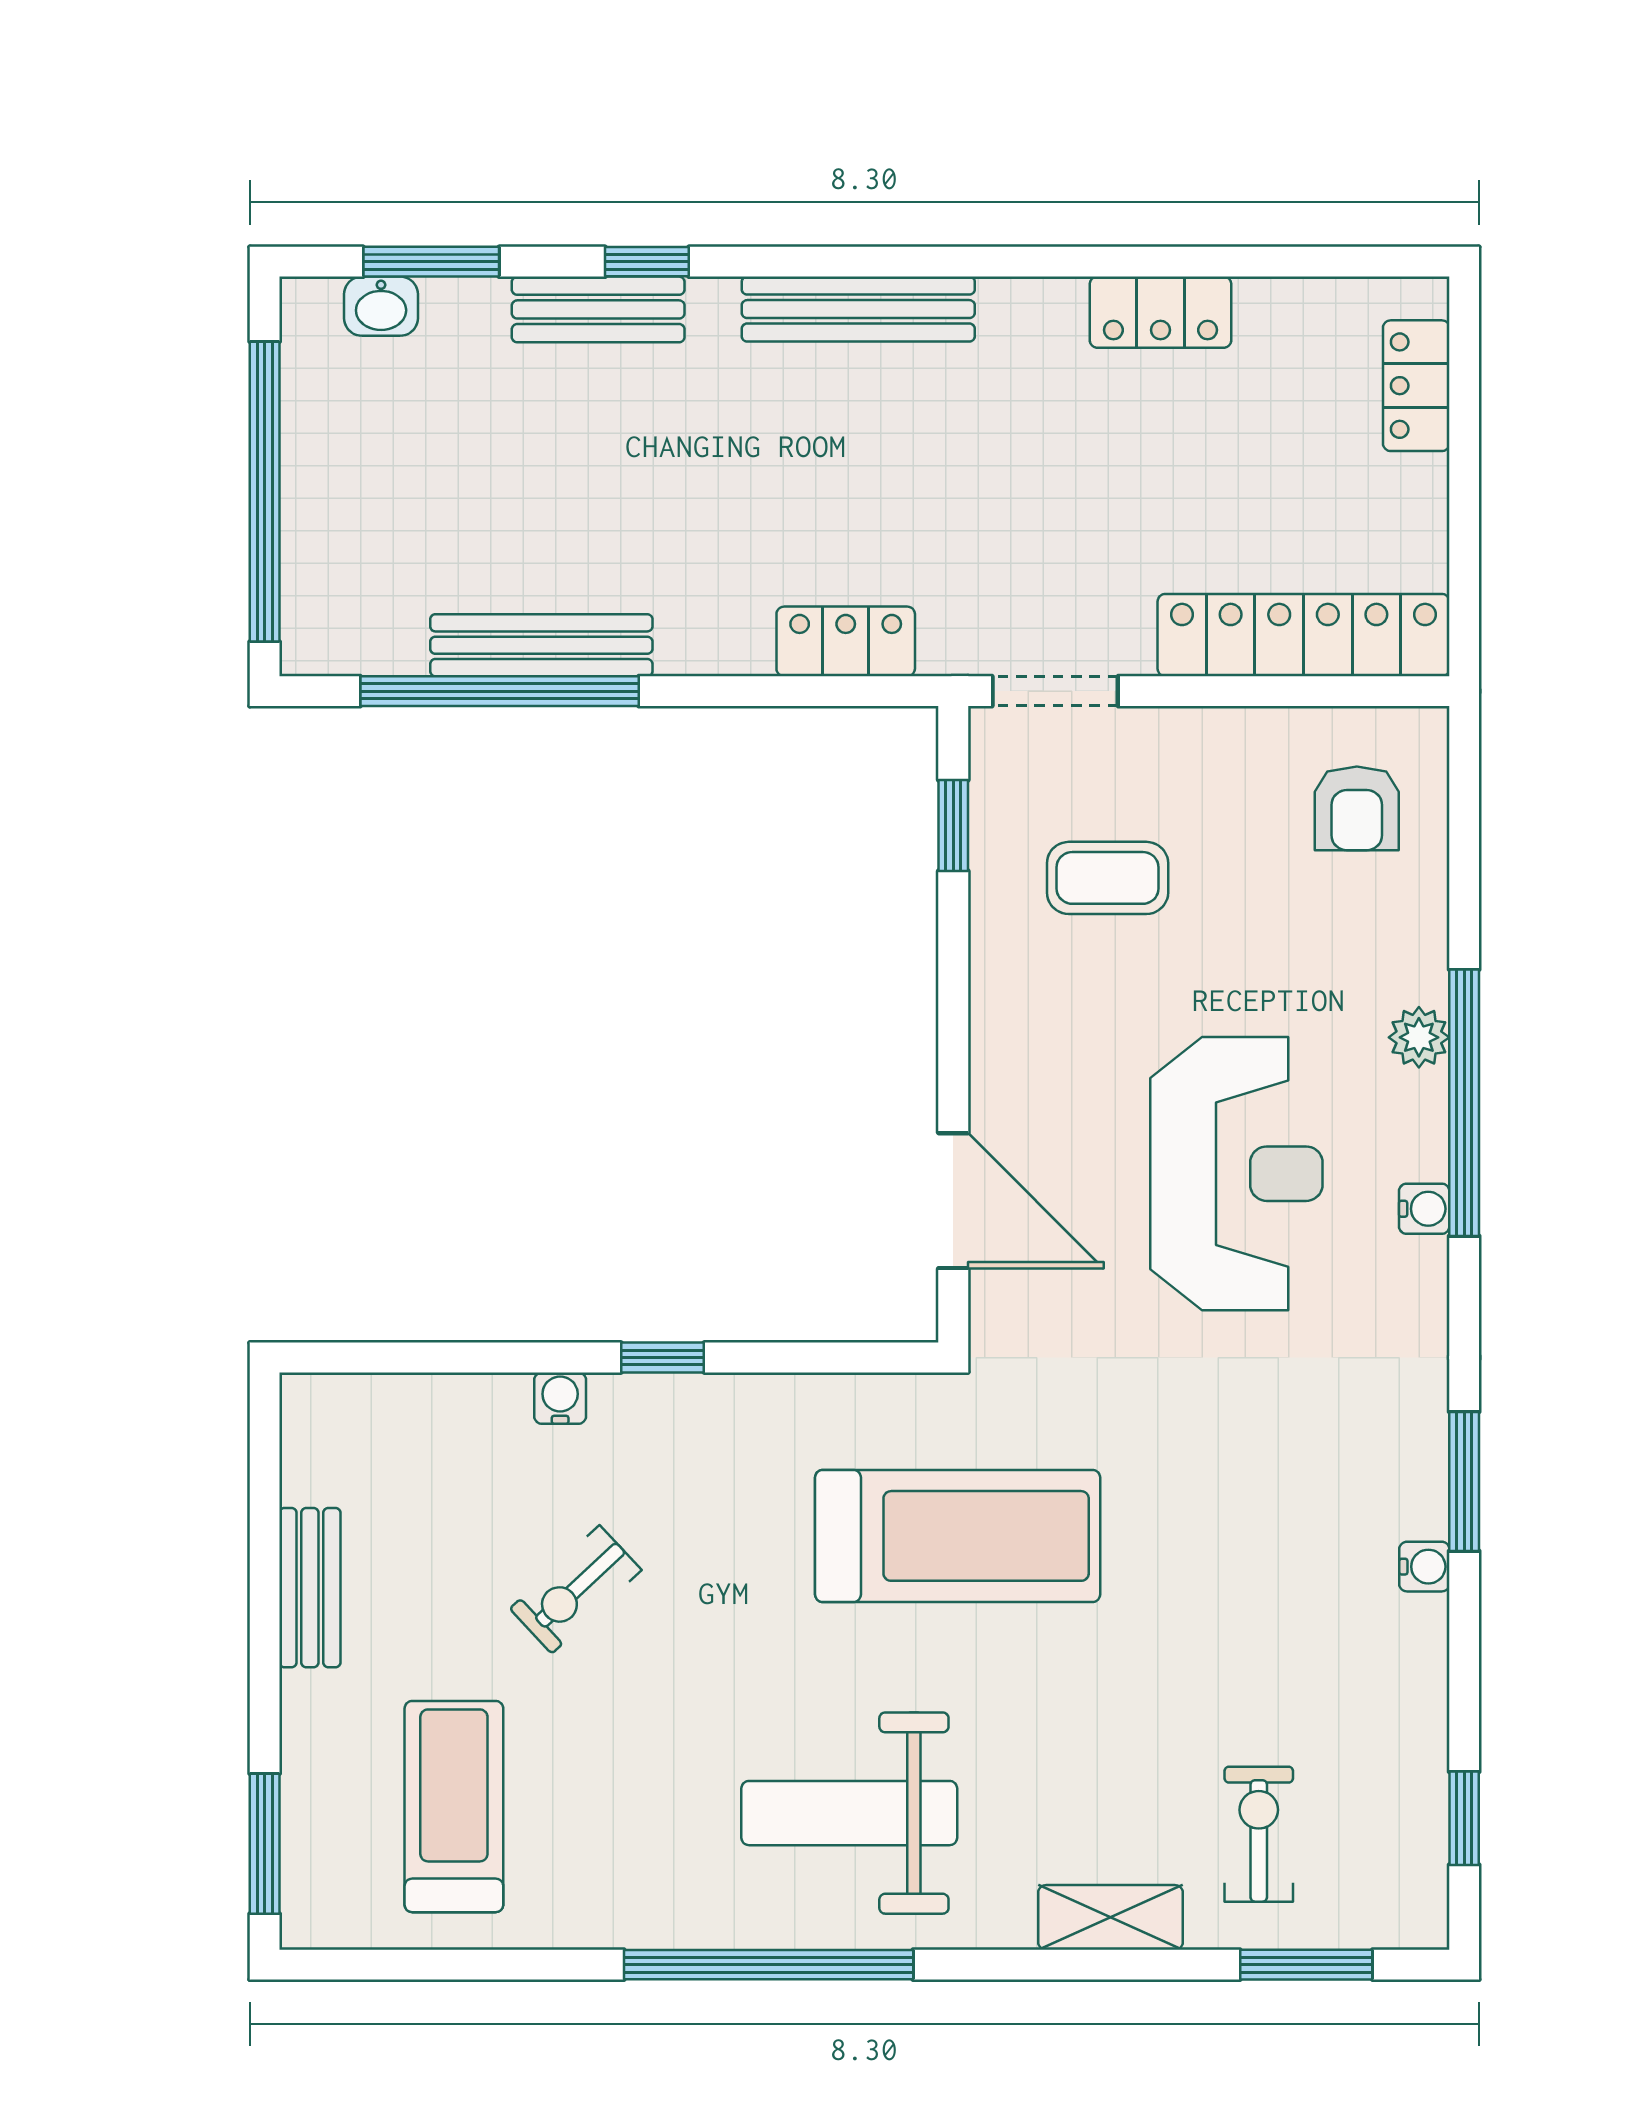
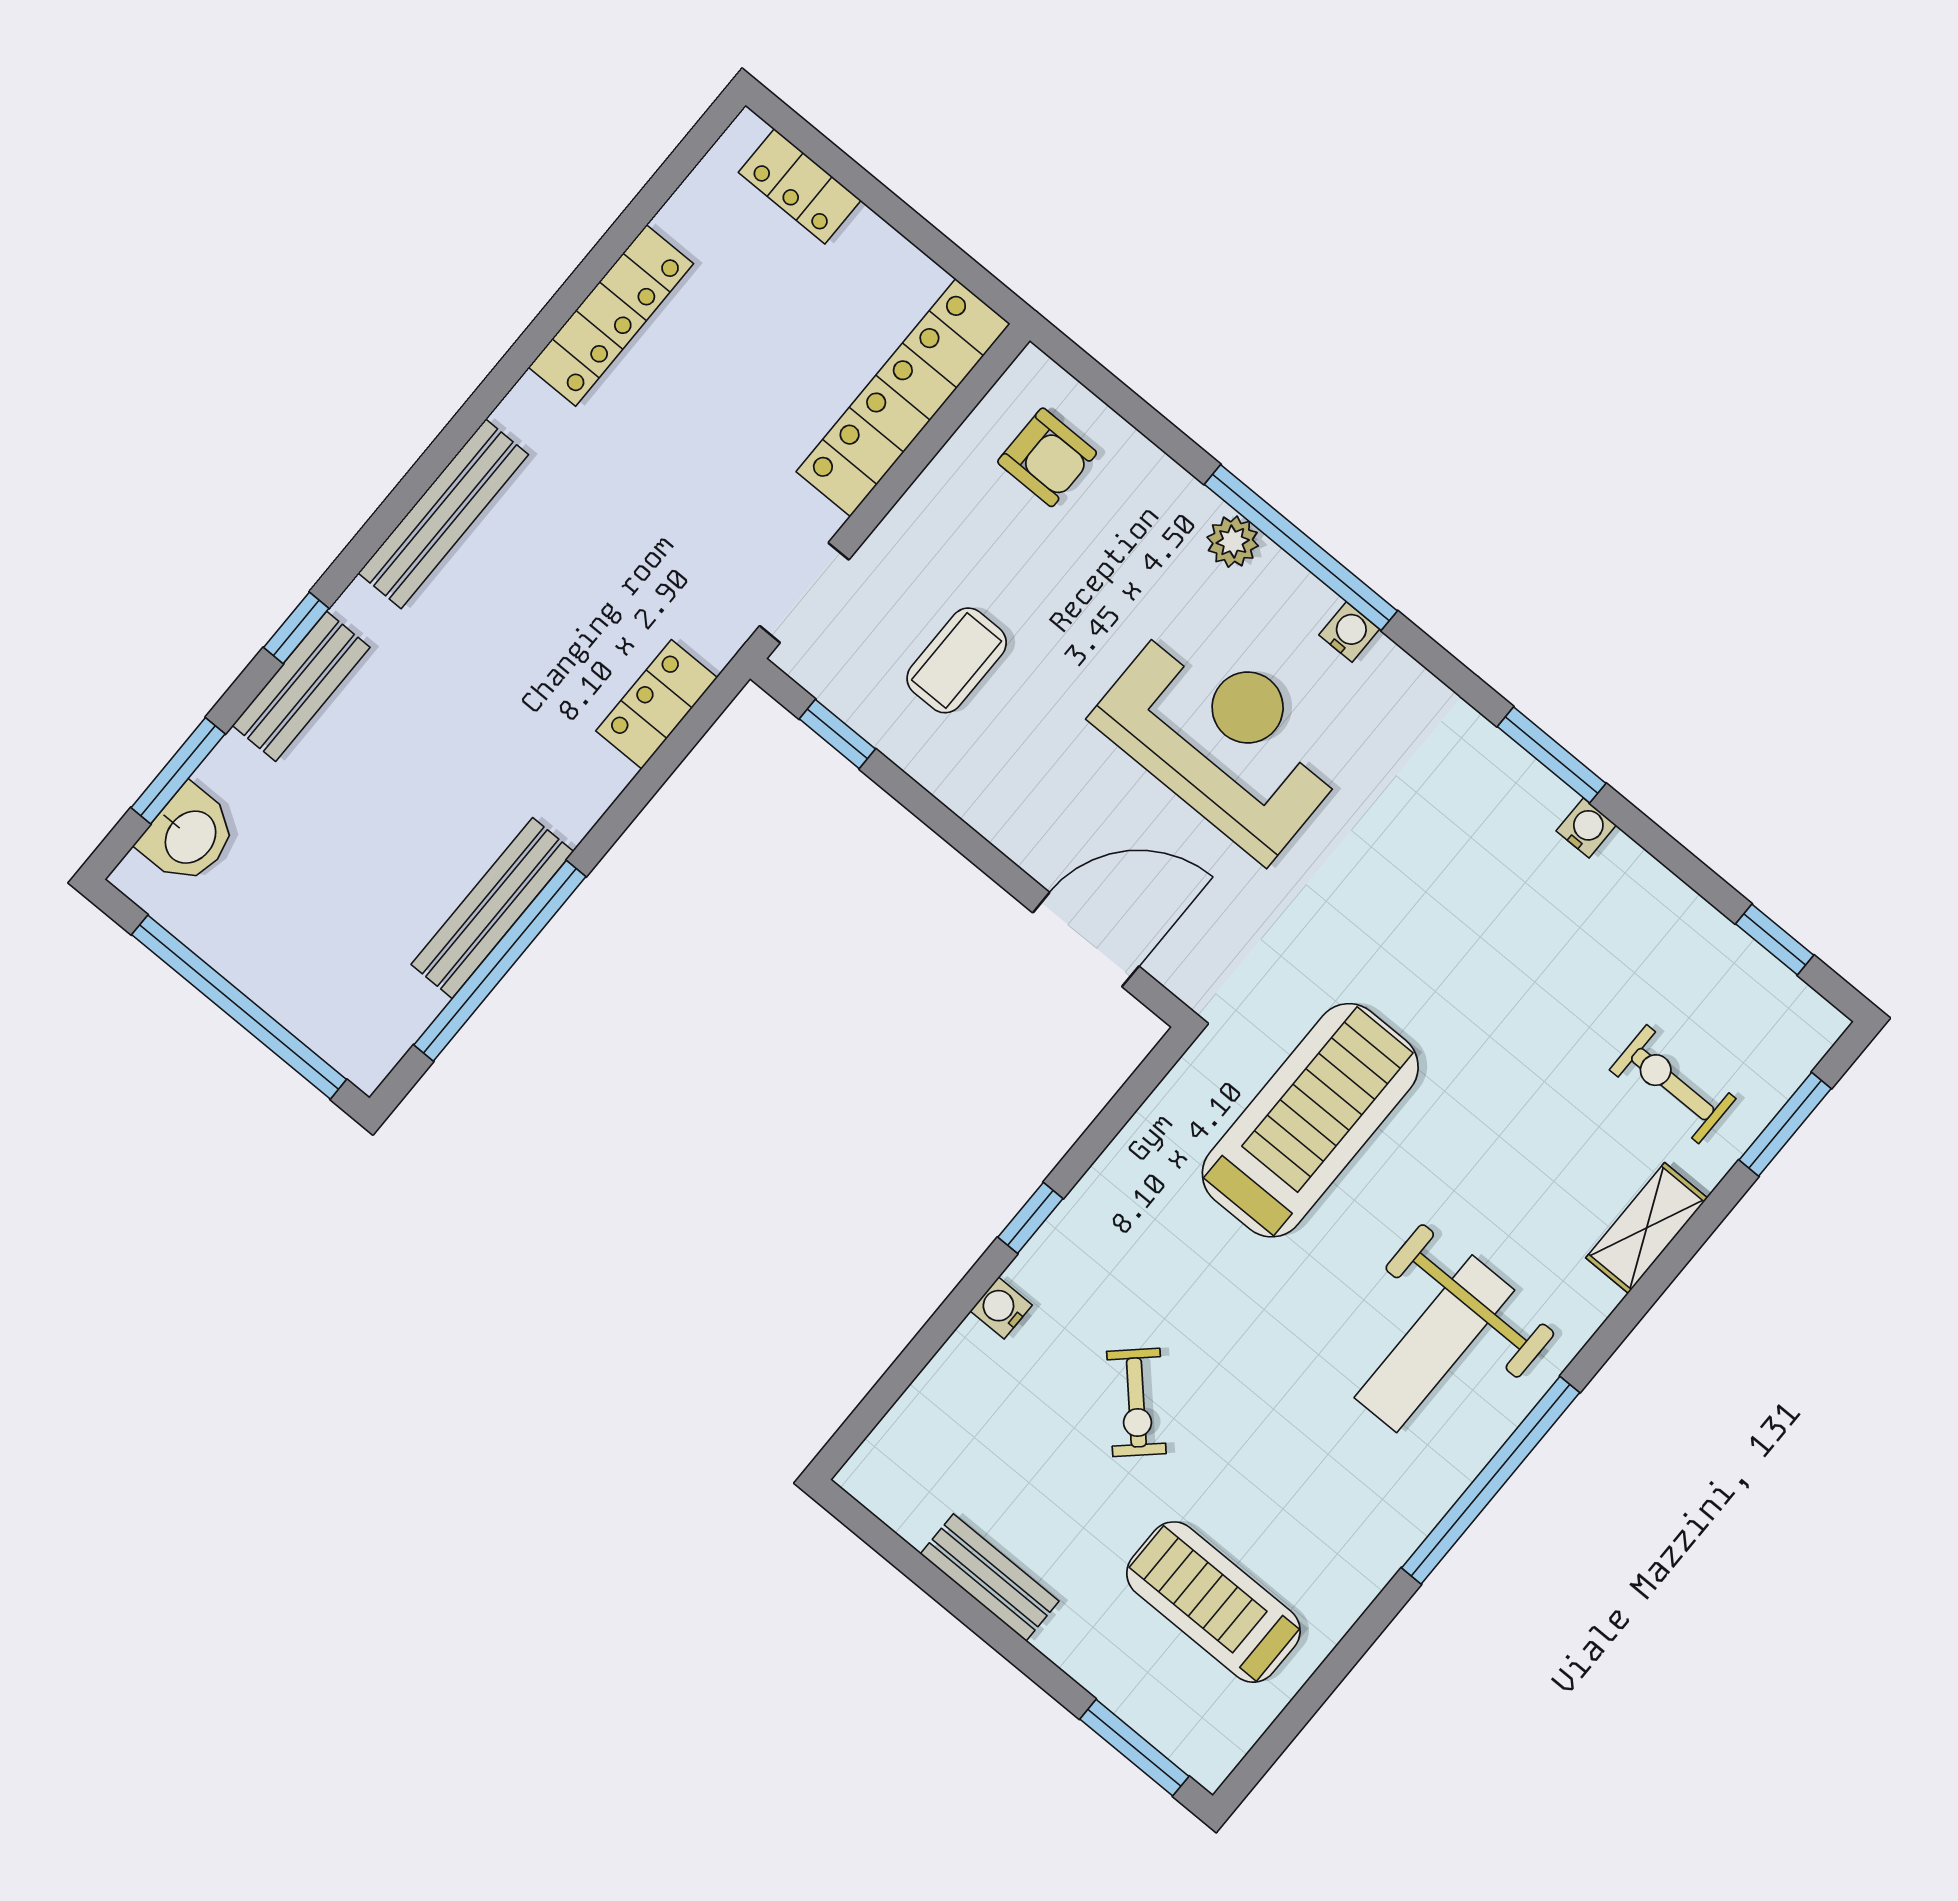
washbasin: (381, 306) -> (189, 836), width x1.38, depth x1.45
locker: (1161, 312) -> (611, 315), width x1.53

